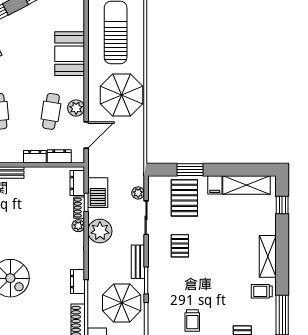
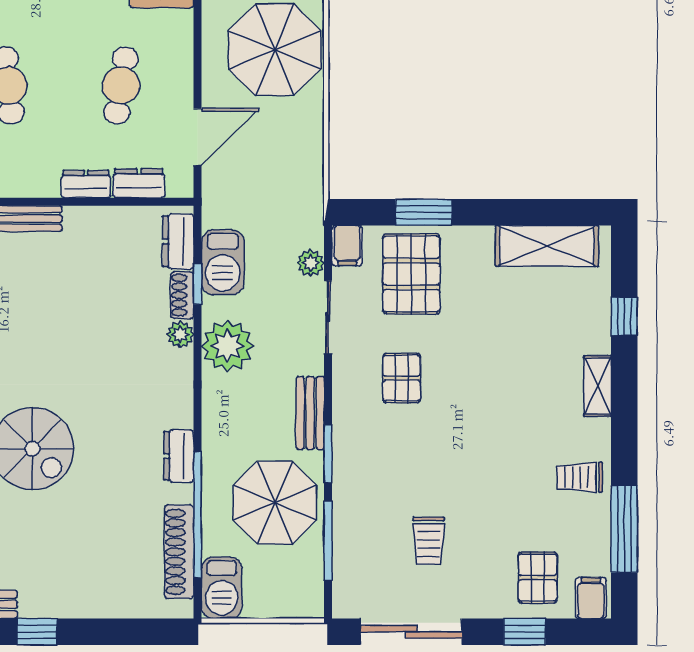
plant: (76, 108) -> (176, 78), removed
filing cabinet: (215, 185) -> (347, 246), moved
window: (282, 205) -> (624, 316), moved
shelving: (268, 256) -> (598, 386), width x0.67, depth x0.75

